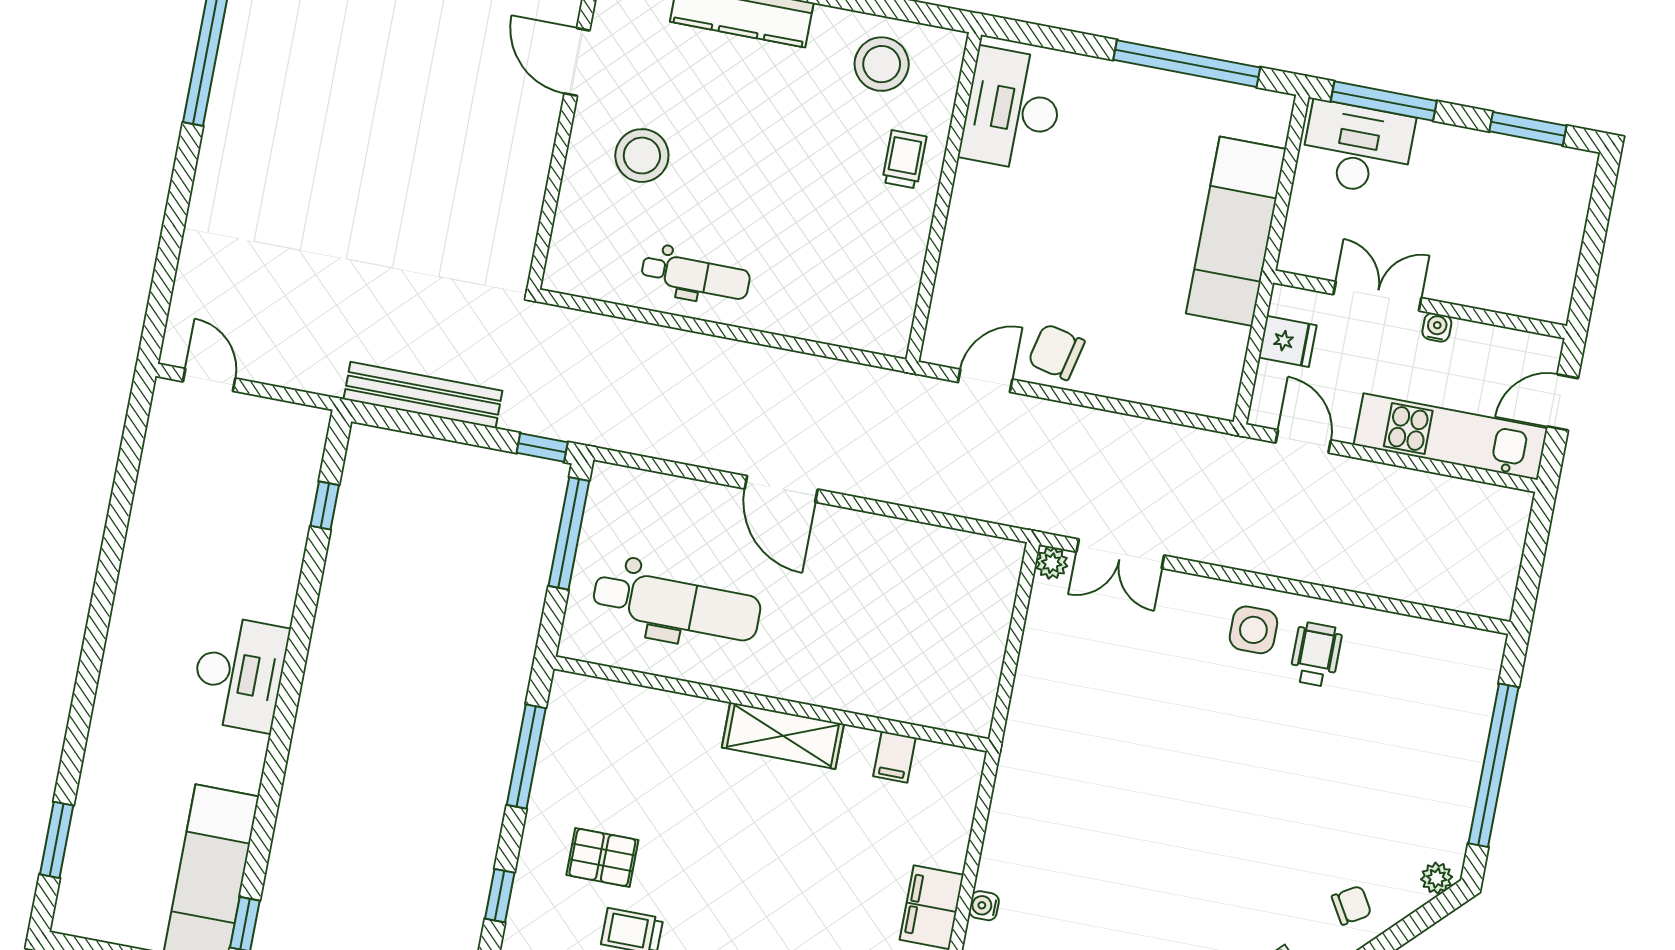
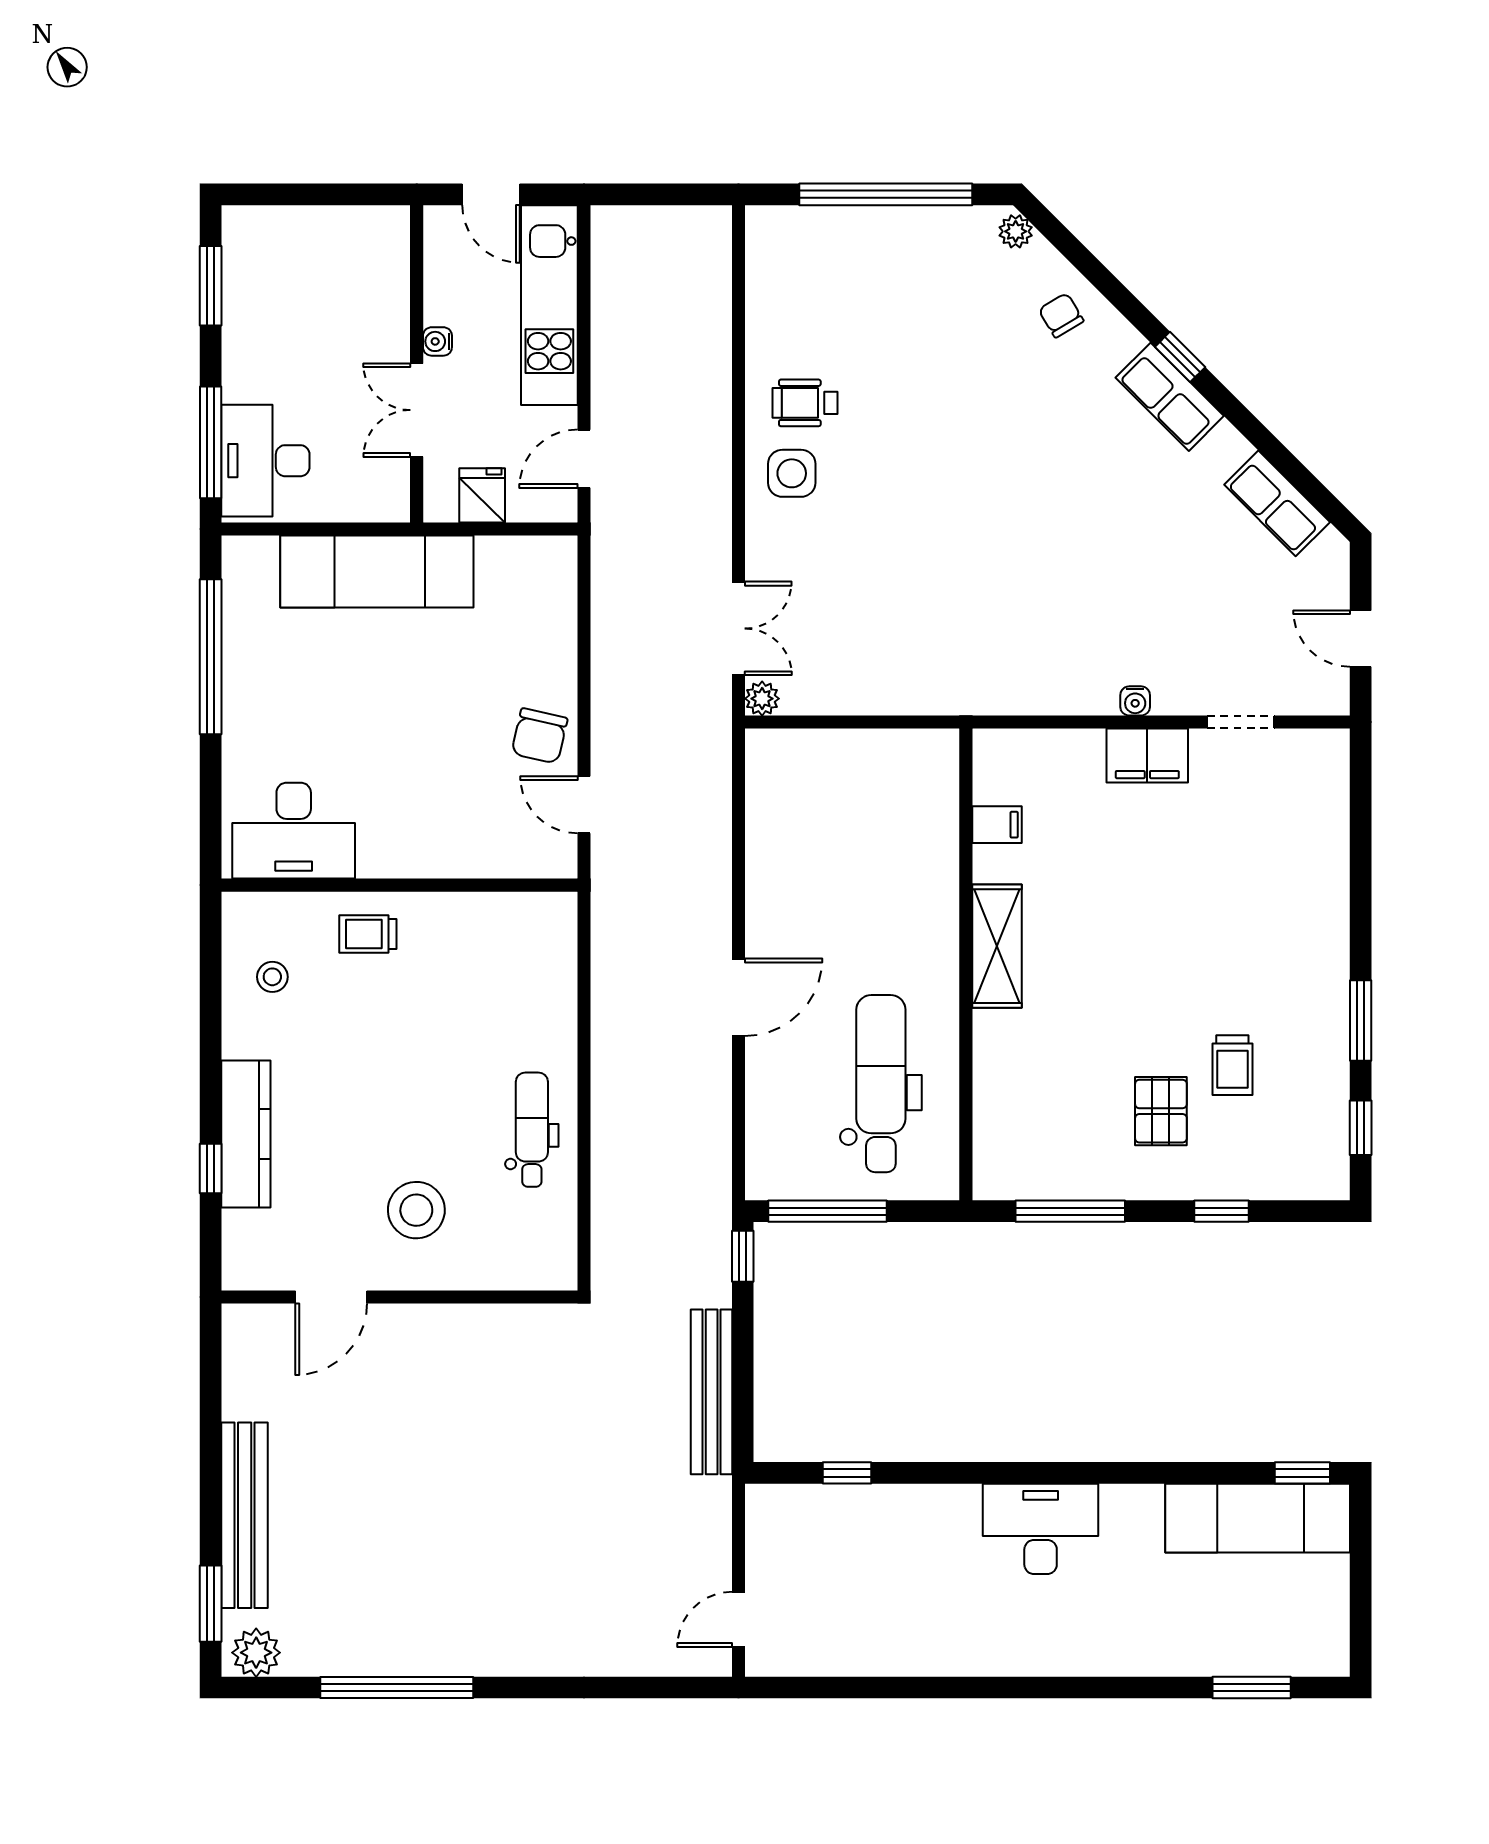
stool: (882, 64) -> (272, 977), width x0.53, depth x0.53

